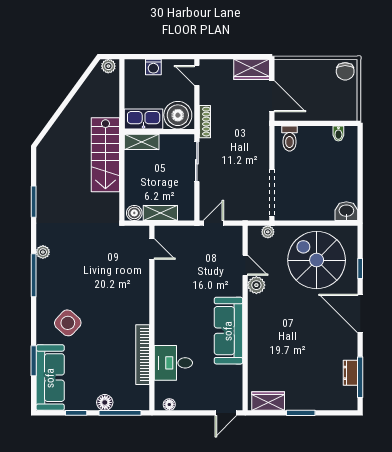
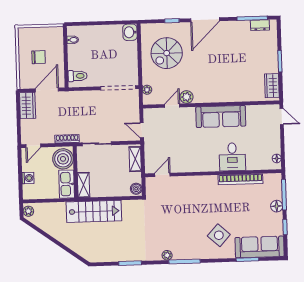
chair: (345, 71) -> (39, 57), moved
shelving: (160, 213) -> (135, 159), moved
spiral stairs: (317, 260) -> (167, 53), width x0.73, depth x0.73
desk: (173, 363) -> (232, 157), moved
dresser: (350, 373) -> (260, 25), moved

